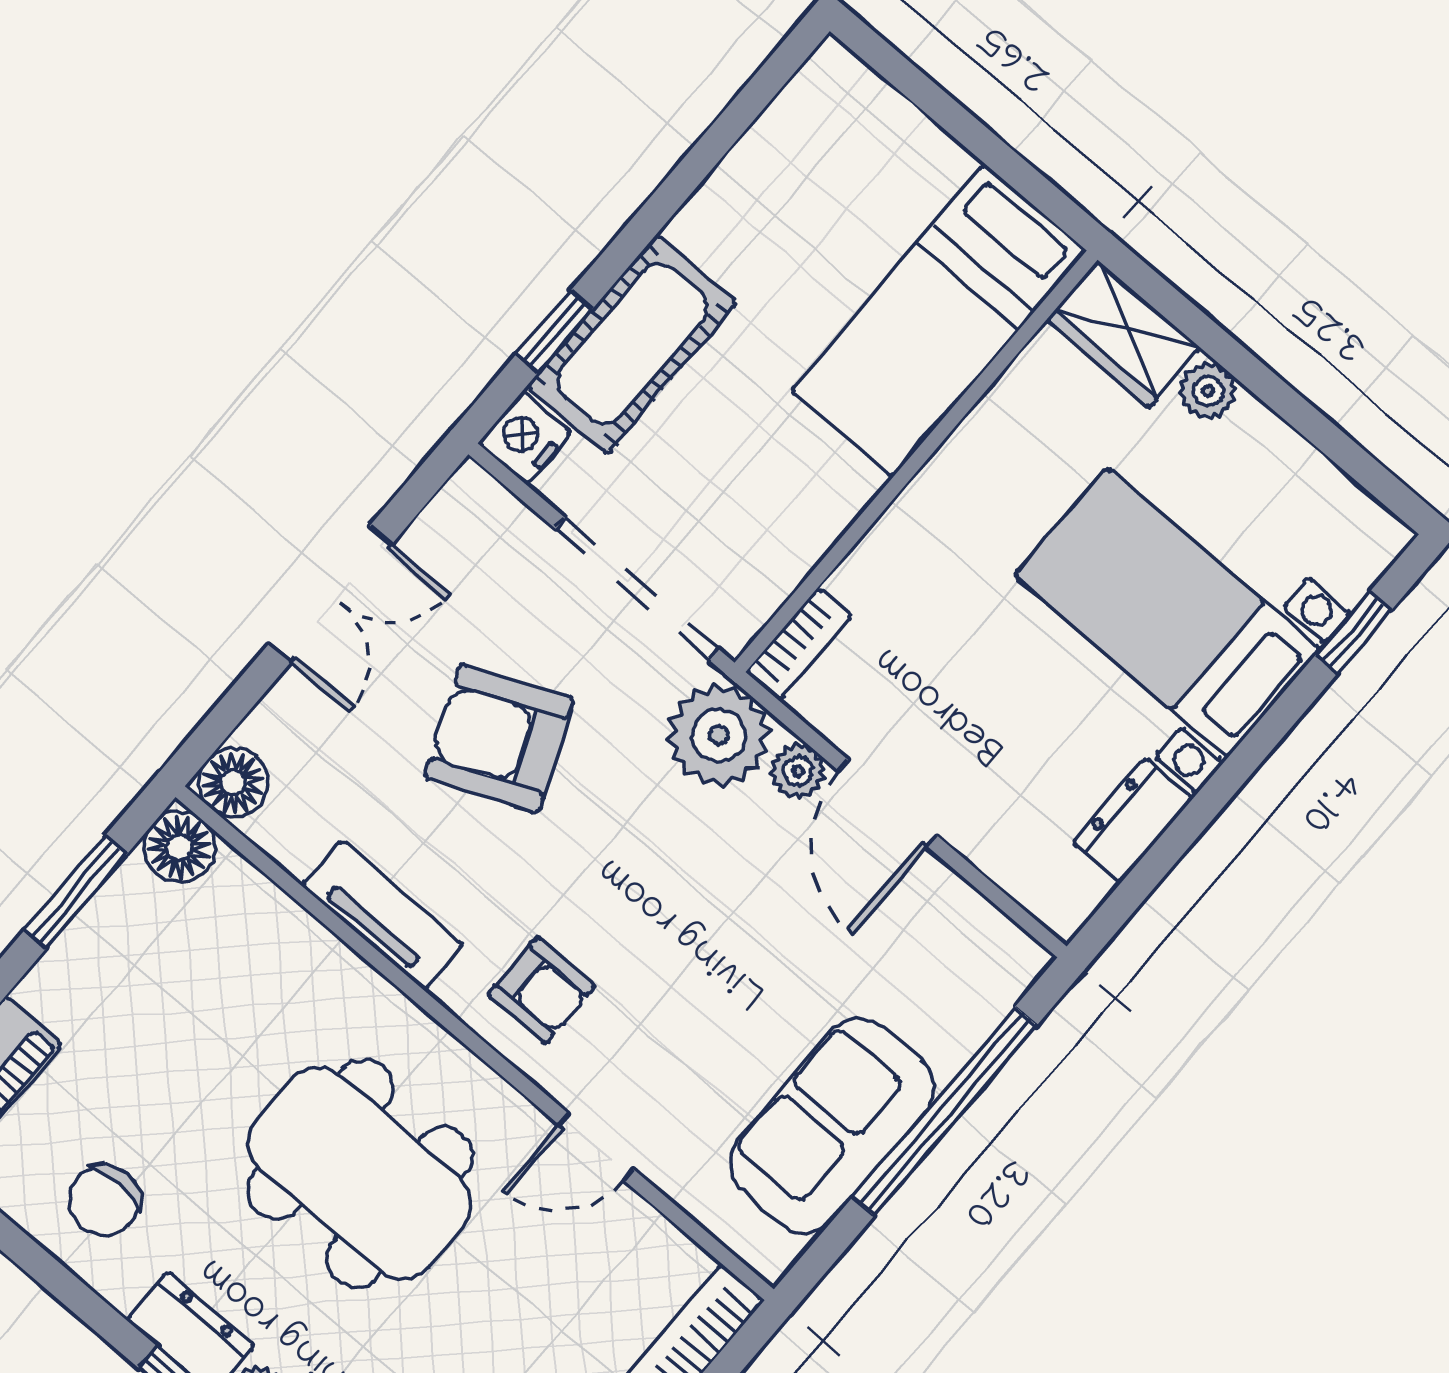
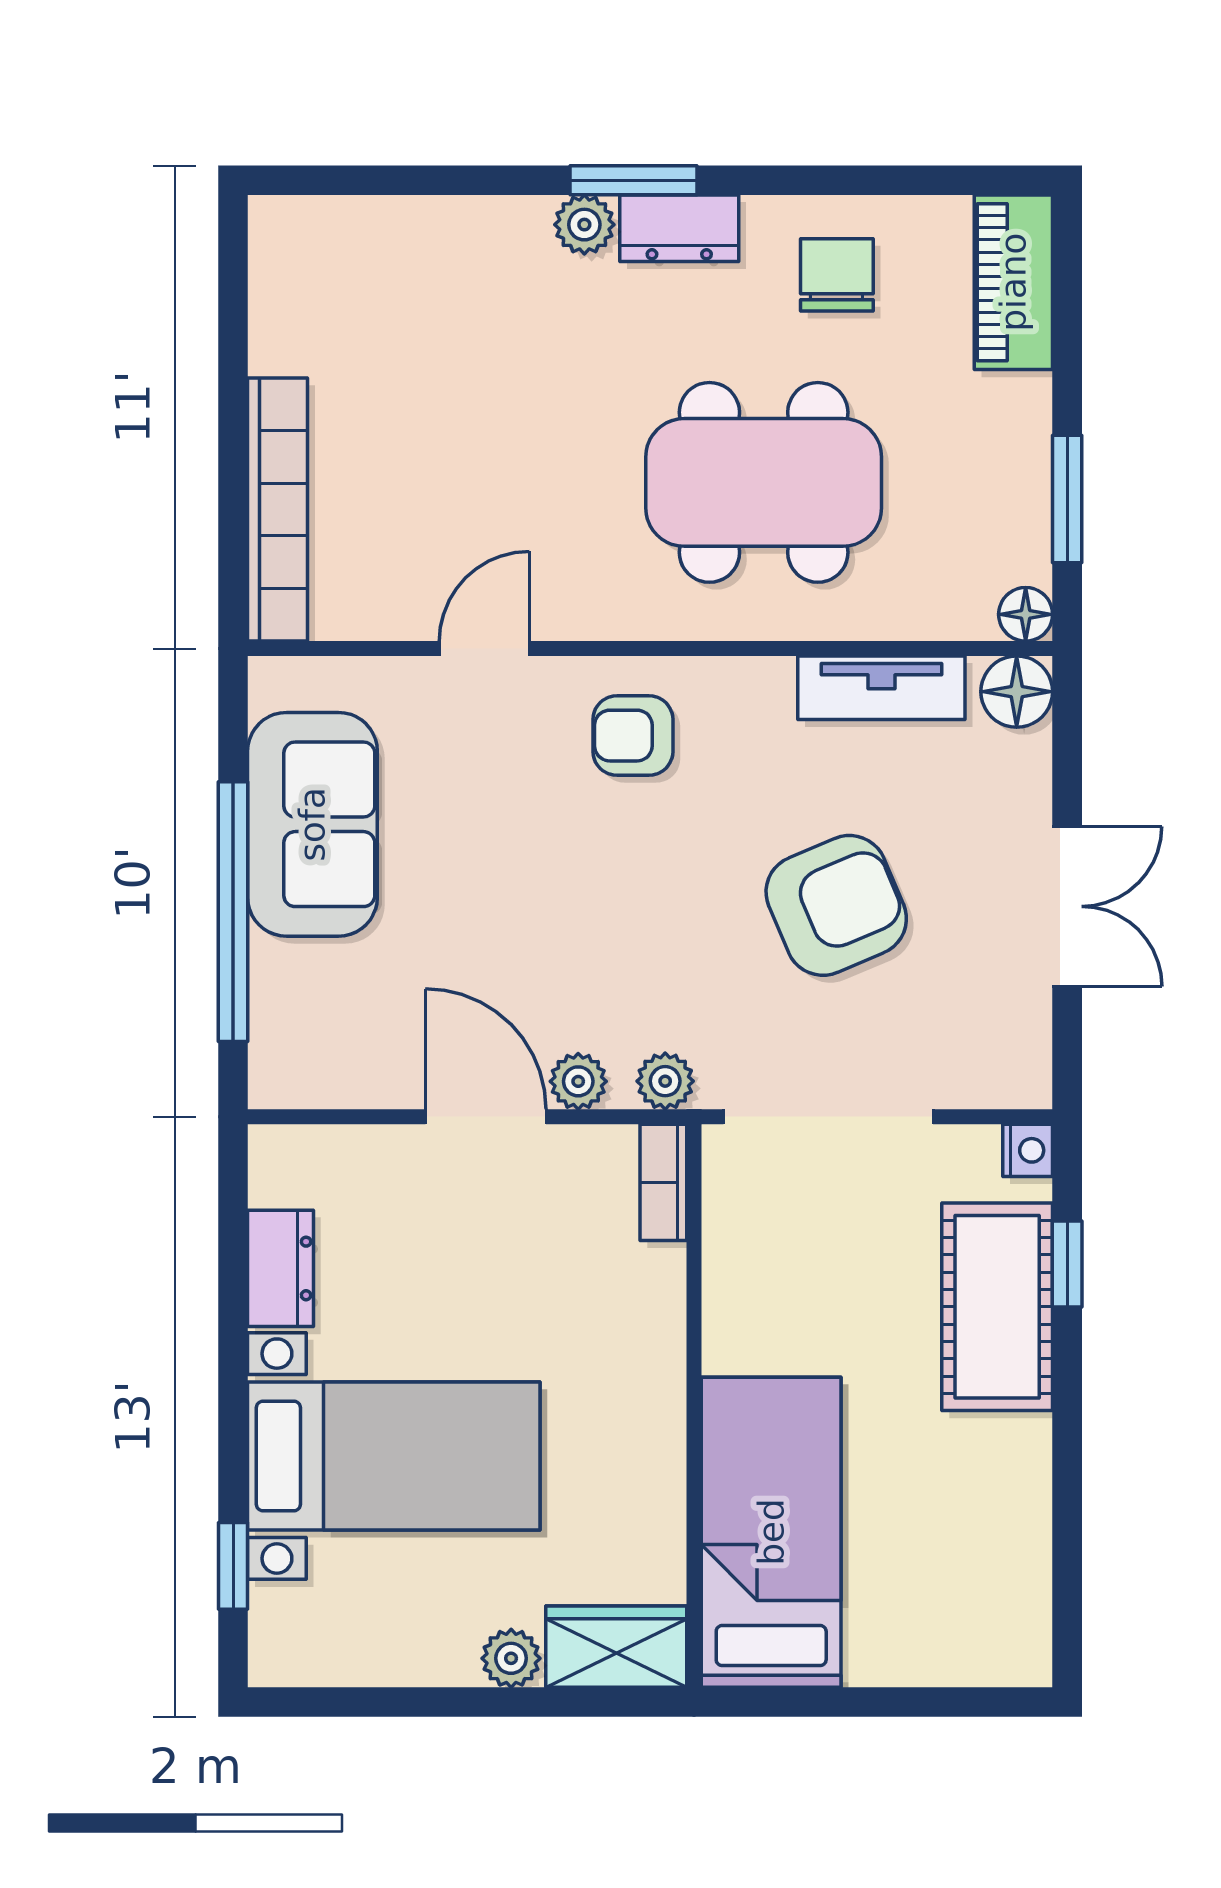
nightstand: (525, 438) -> (1028, 1150), width x0.72, depth x0.74
double door: (331, 594) -> (1067, 906), swing flipped
plant: (719, 735) -> (665, 1081), width x0.53, depth x0.53
floor lamp: (179, 847) -> (1026, 614), width x0.73, depth x0.73
tv unit: (383, 915) -> (881, 688), moved
dining table: (360, 1173) -> (764, 482), moved

